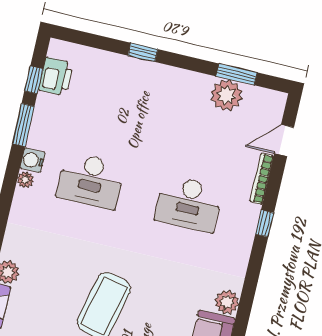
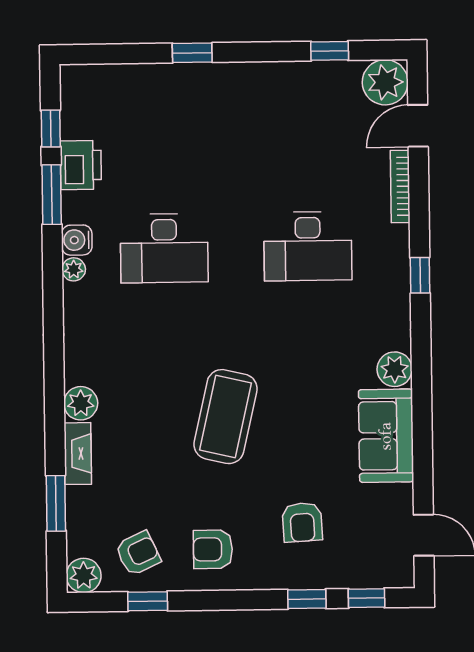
window: (237, 74) -> (330, 51), width x0.67
printer: (56, 77) -> (81, 165), moved
plant: (226, 95) -> (385, 82), moved
window: (265, 223) -> (420, 275), moved

